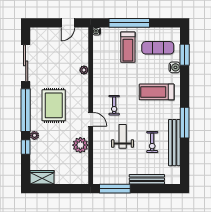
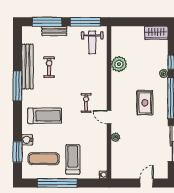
door: (68, 23) -> (147, 183), moved
window: (129, 23) -> (57, 183), moved
rug: (54, 105) -> (145, 103), width x0.73, depth x0.70
door: (91, 119) -> (109, 117), moved
weight bench: (123, 136) -> (92, 42), moved
bench: (147, 179) -> (54, 31), width x0.73
window: (154, 189) -> (47, 22), added

